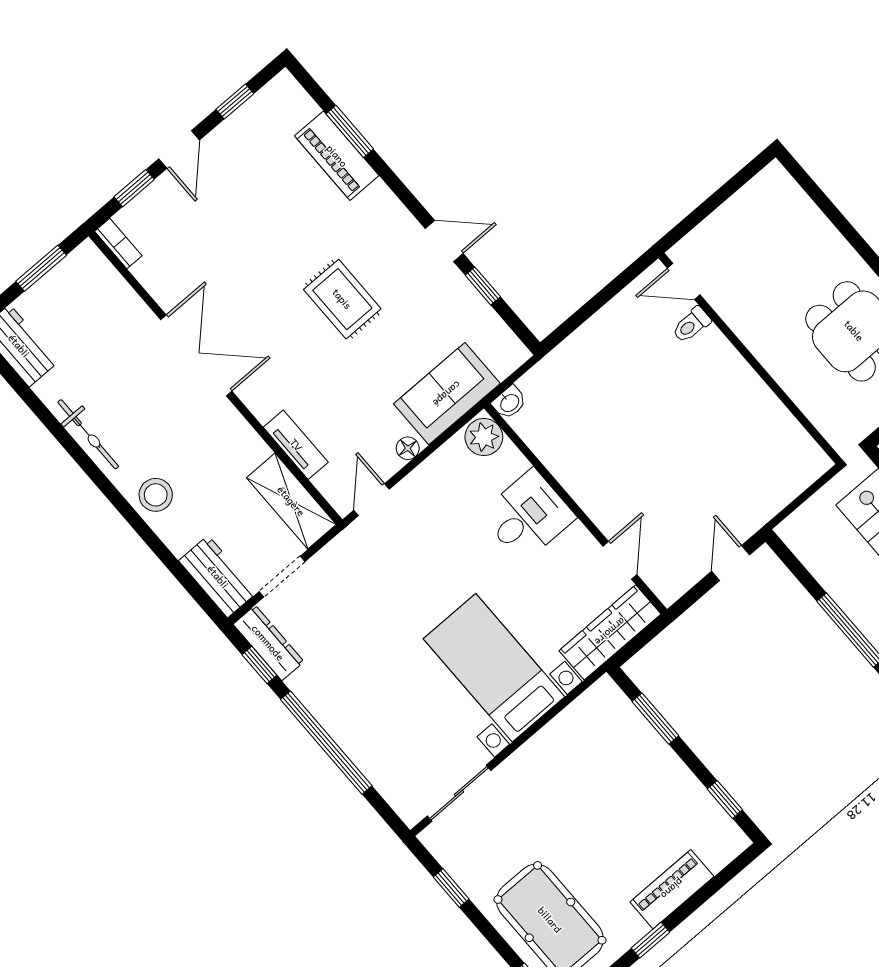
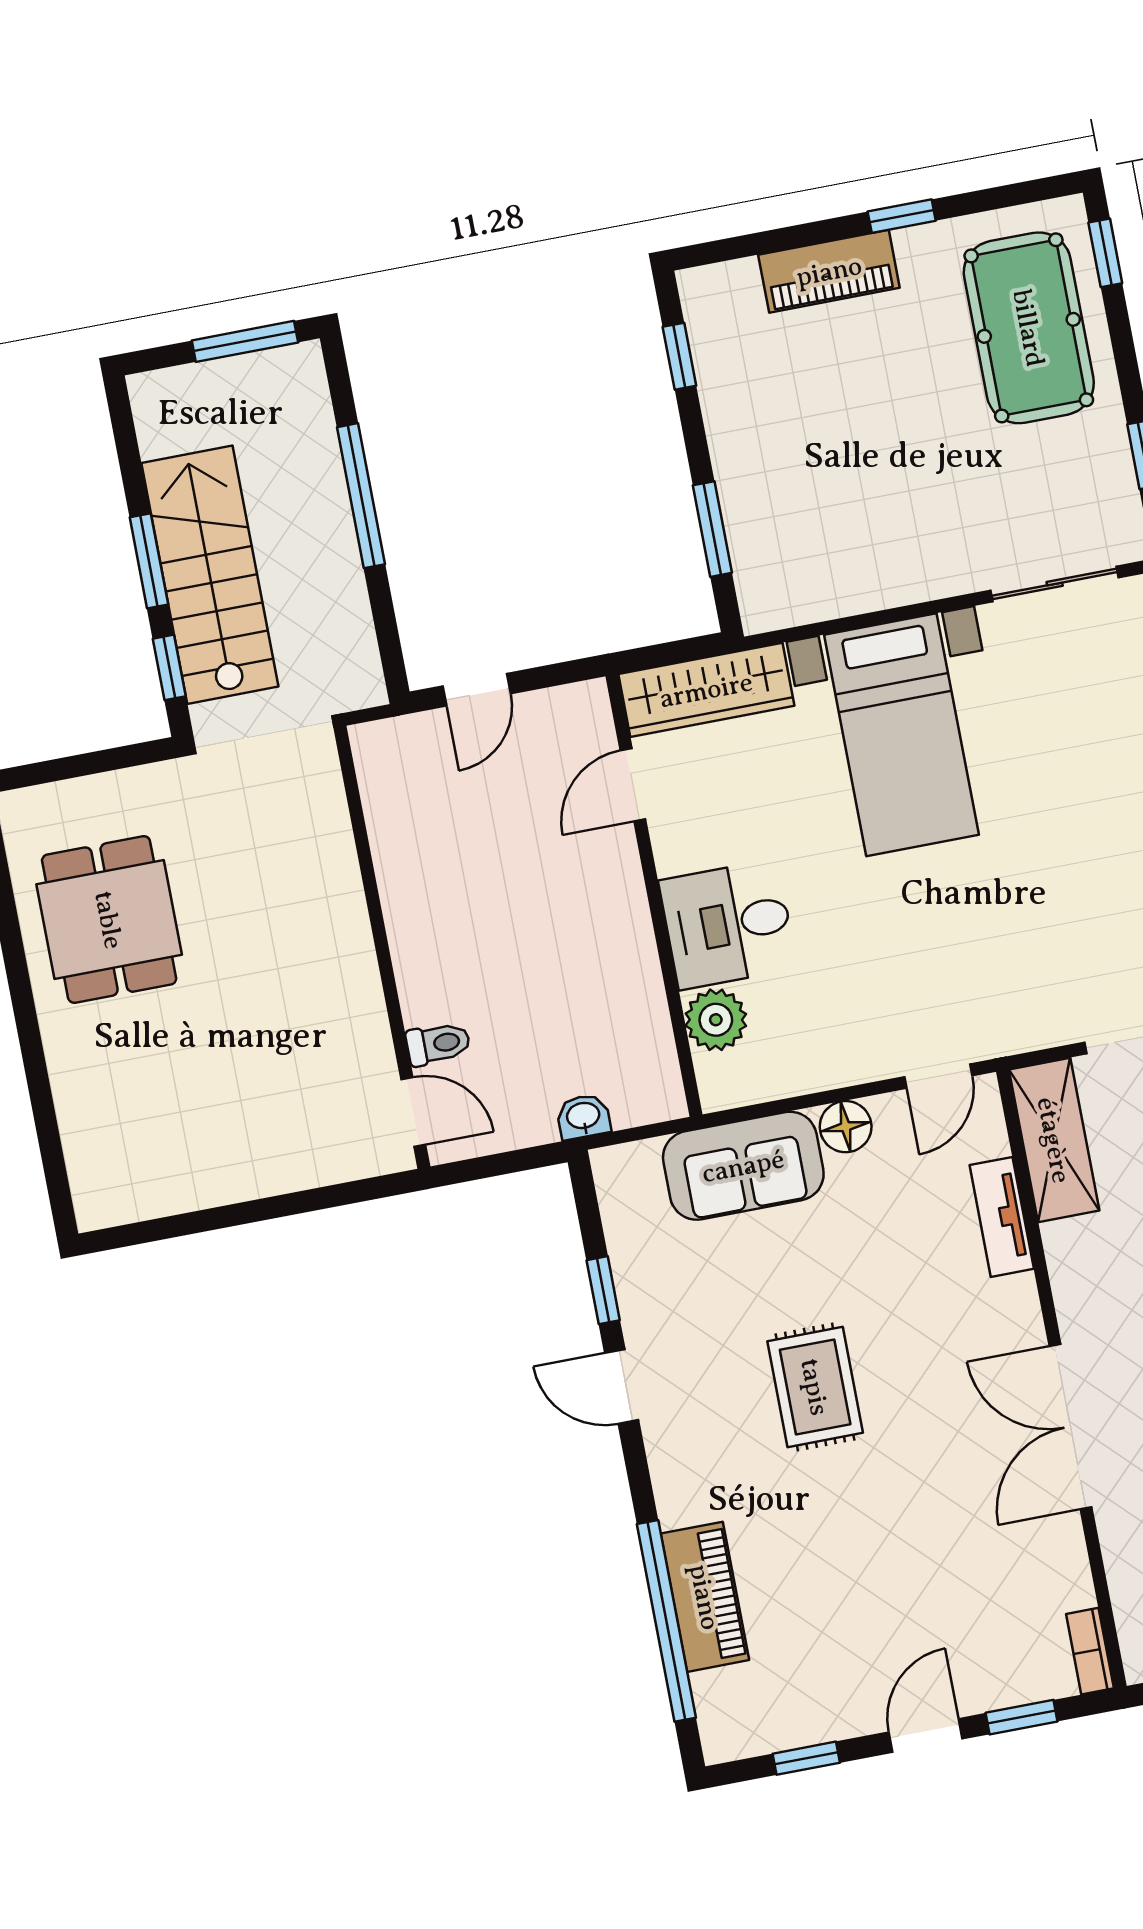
window: (350, 131) -> (666, 1621), width x2.11
door: (684, 281) -> (413, 1112), moved
toilet: (691, 325) -> (438, 1044), moved
wall: (750, 358) -> (382, 947), moved
washbasin: (509, 402) -> (583, 1117), moved
plant: (484, 437) -> (716, 1020), moved
floor lamp: (408, 448) -> (846, 1127), width x1.37, depth x1.37

